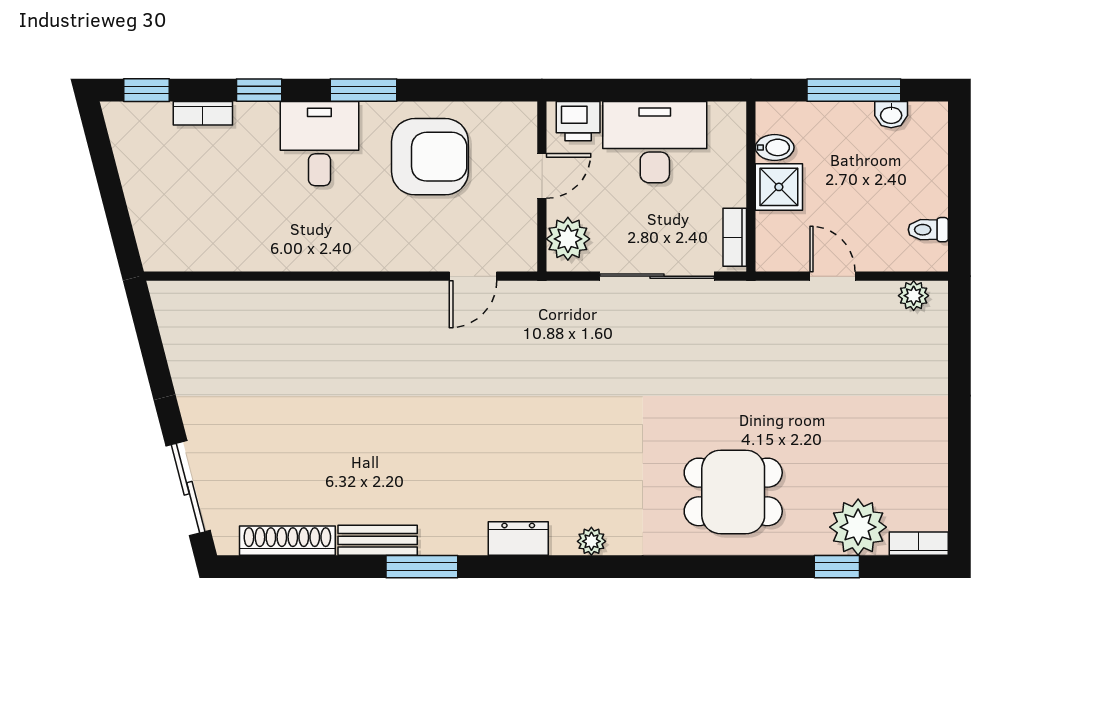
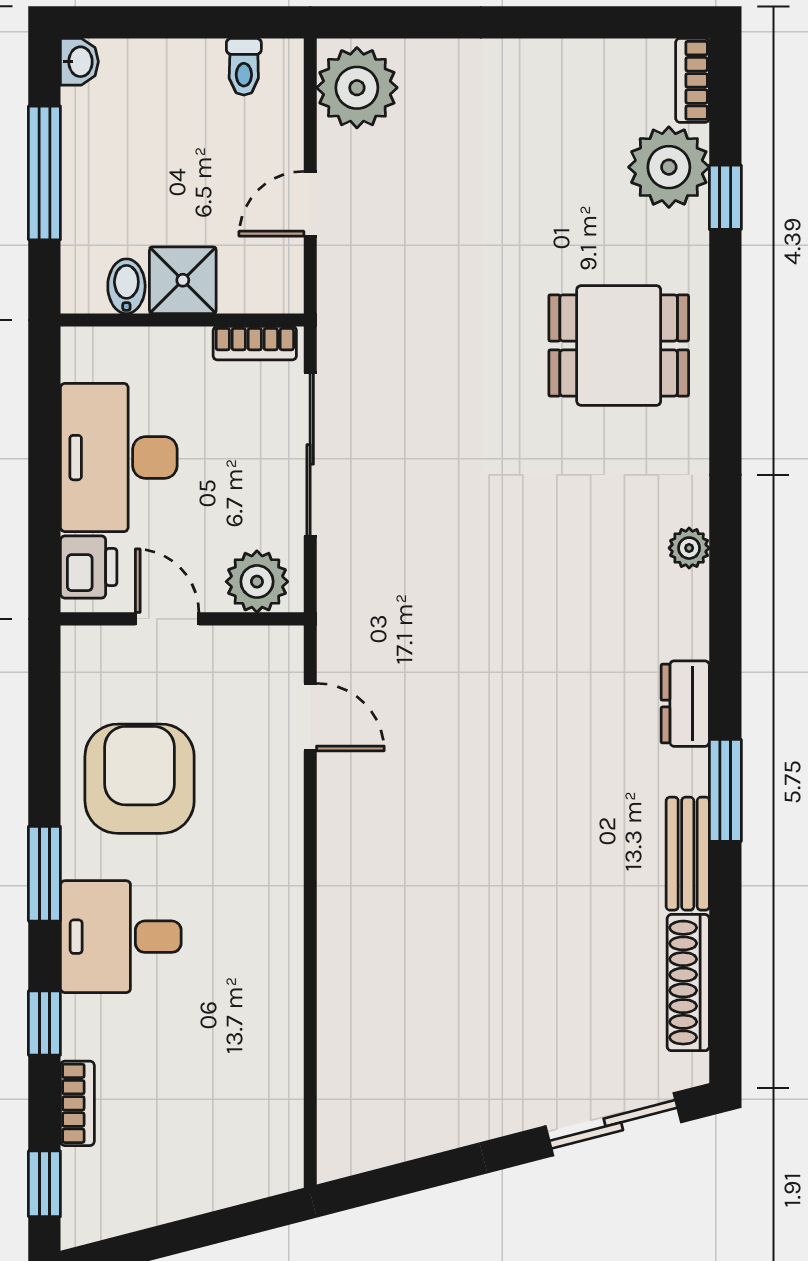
washbasin: (891, 115) -> (79, 62), moved
plant: (914, 296) -> (357, 88), width x1.88, depth x1.88
dining table: (733, 492) -> (619, 345), turned 90
dresser: (518, 539) -> (685, 704), moved

